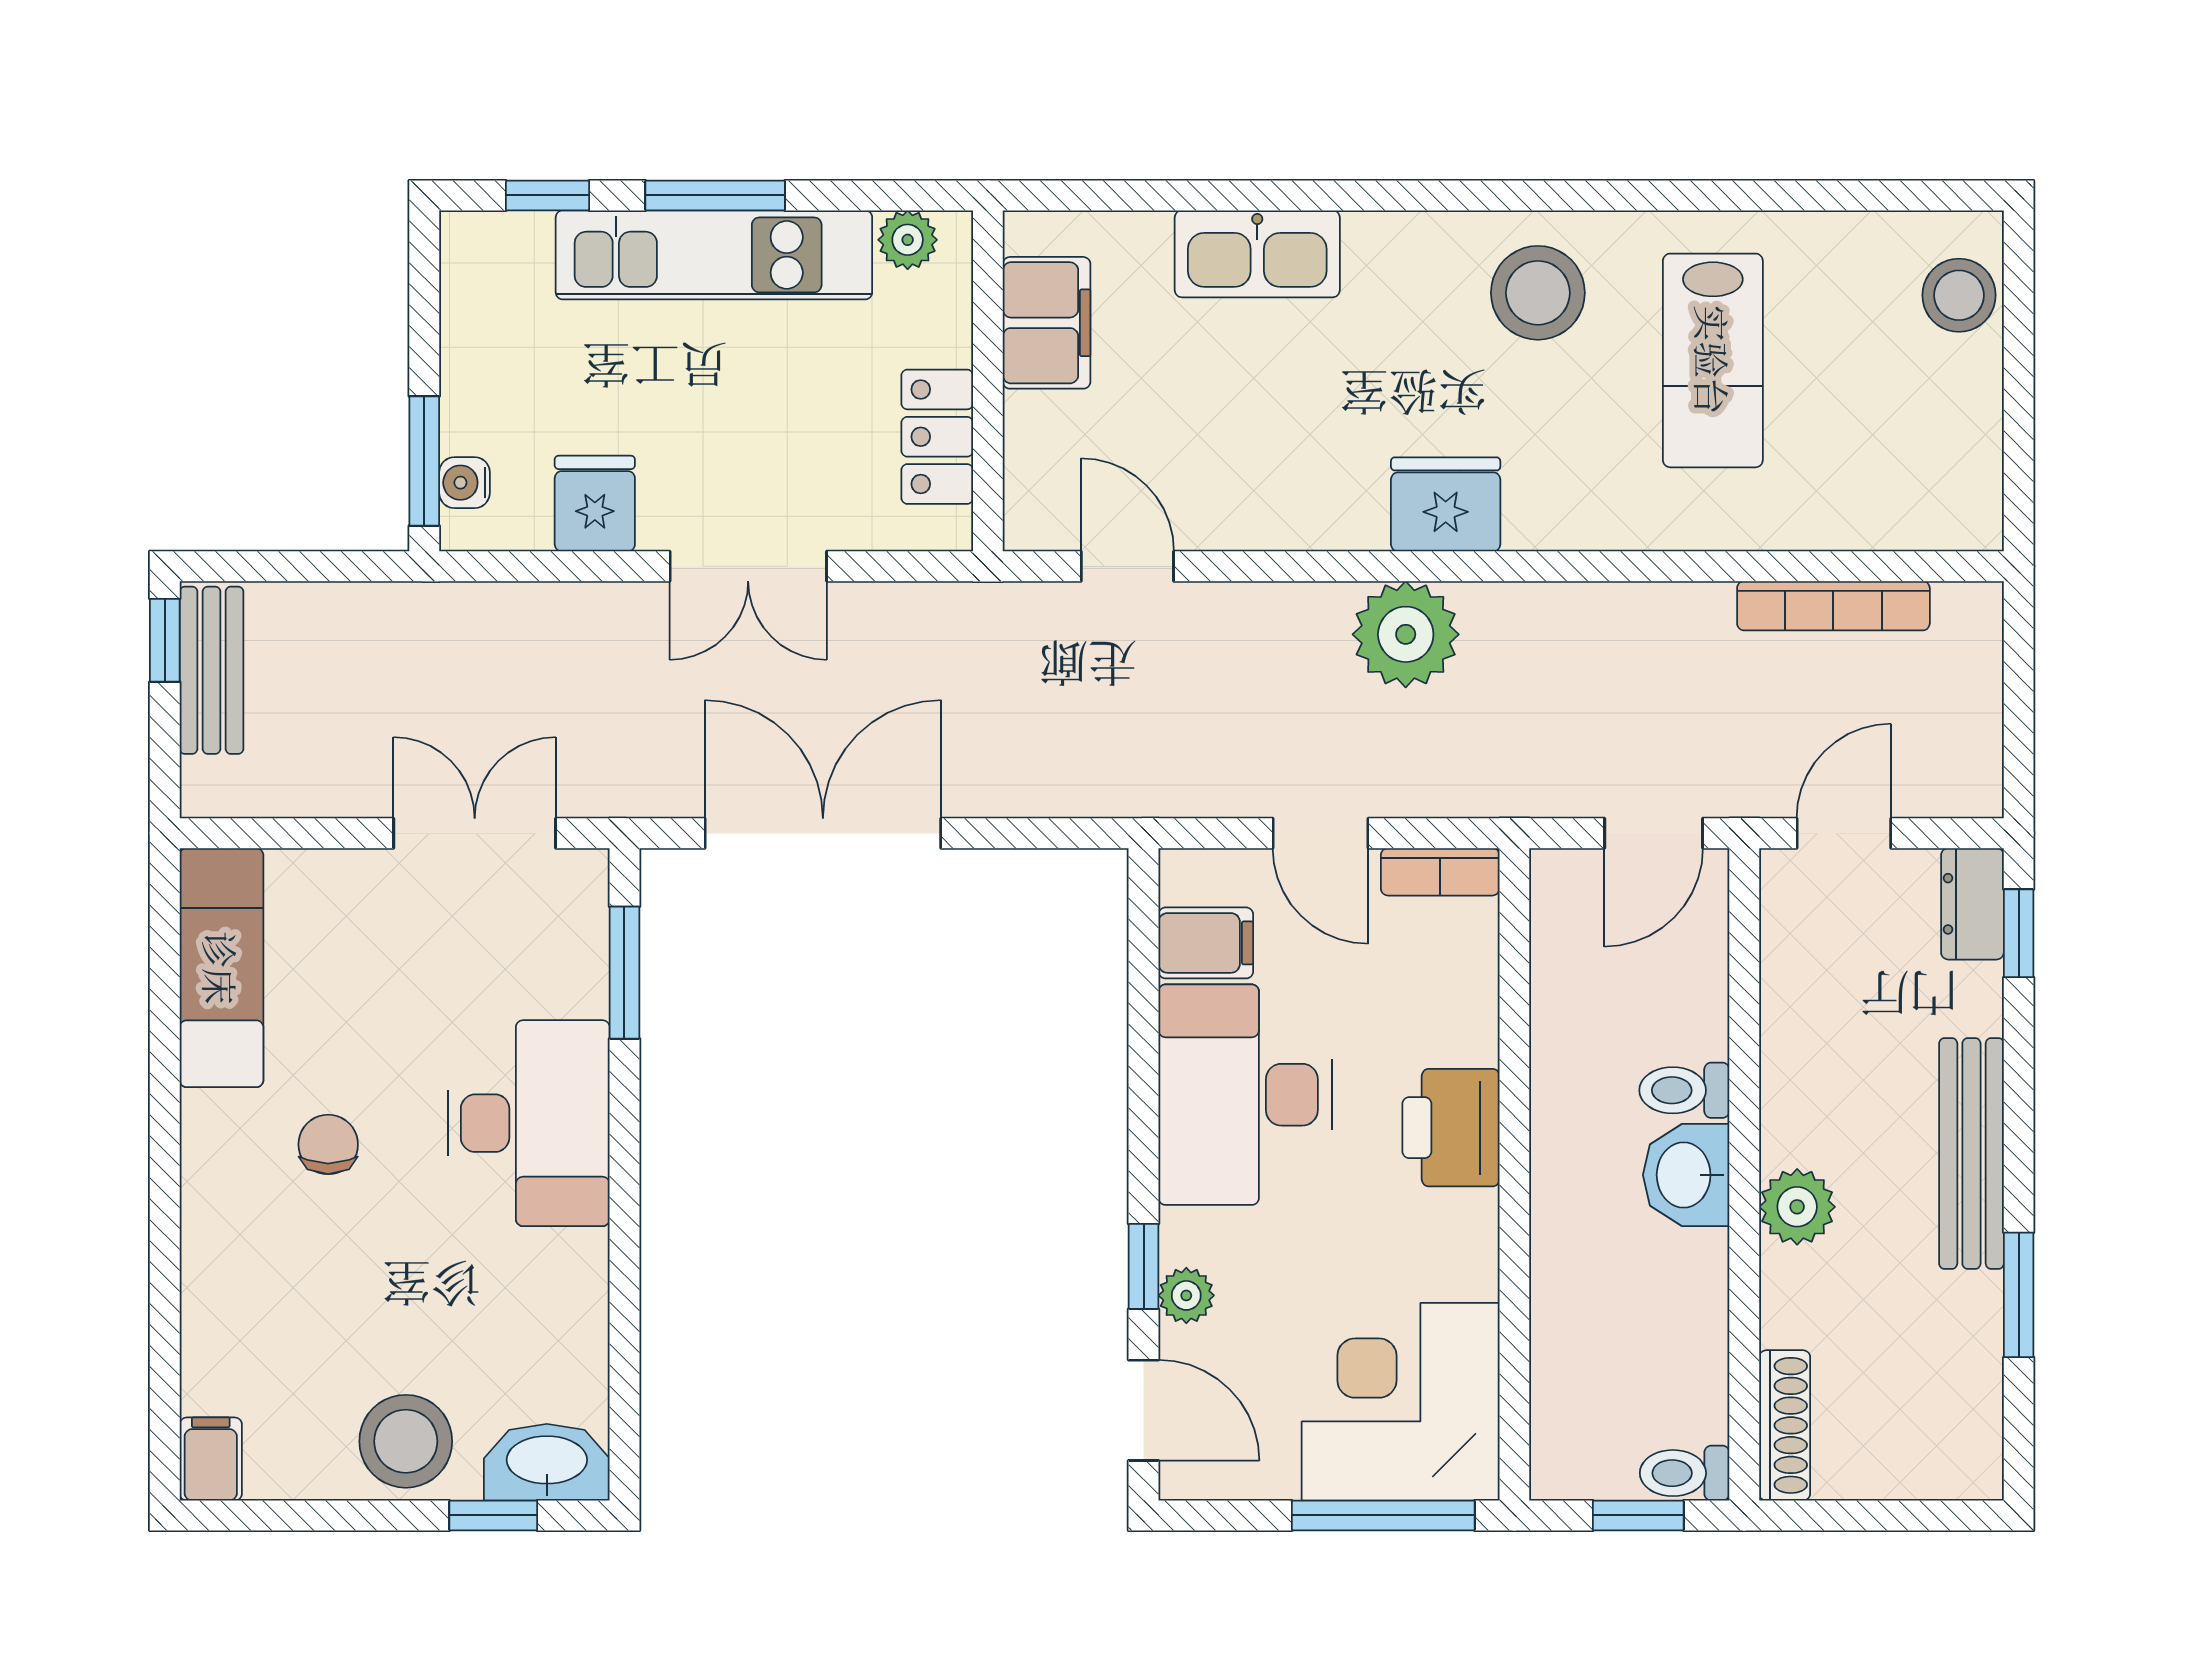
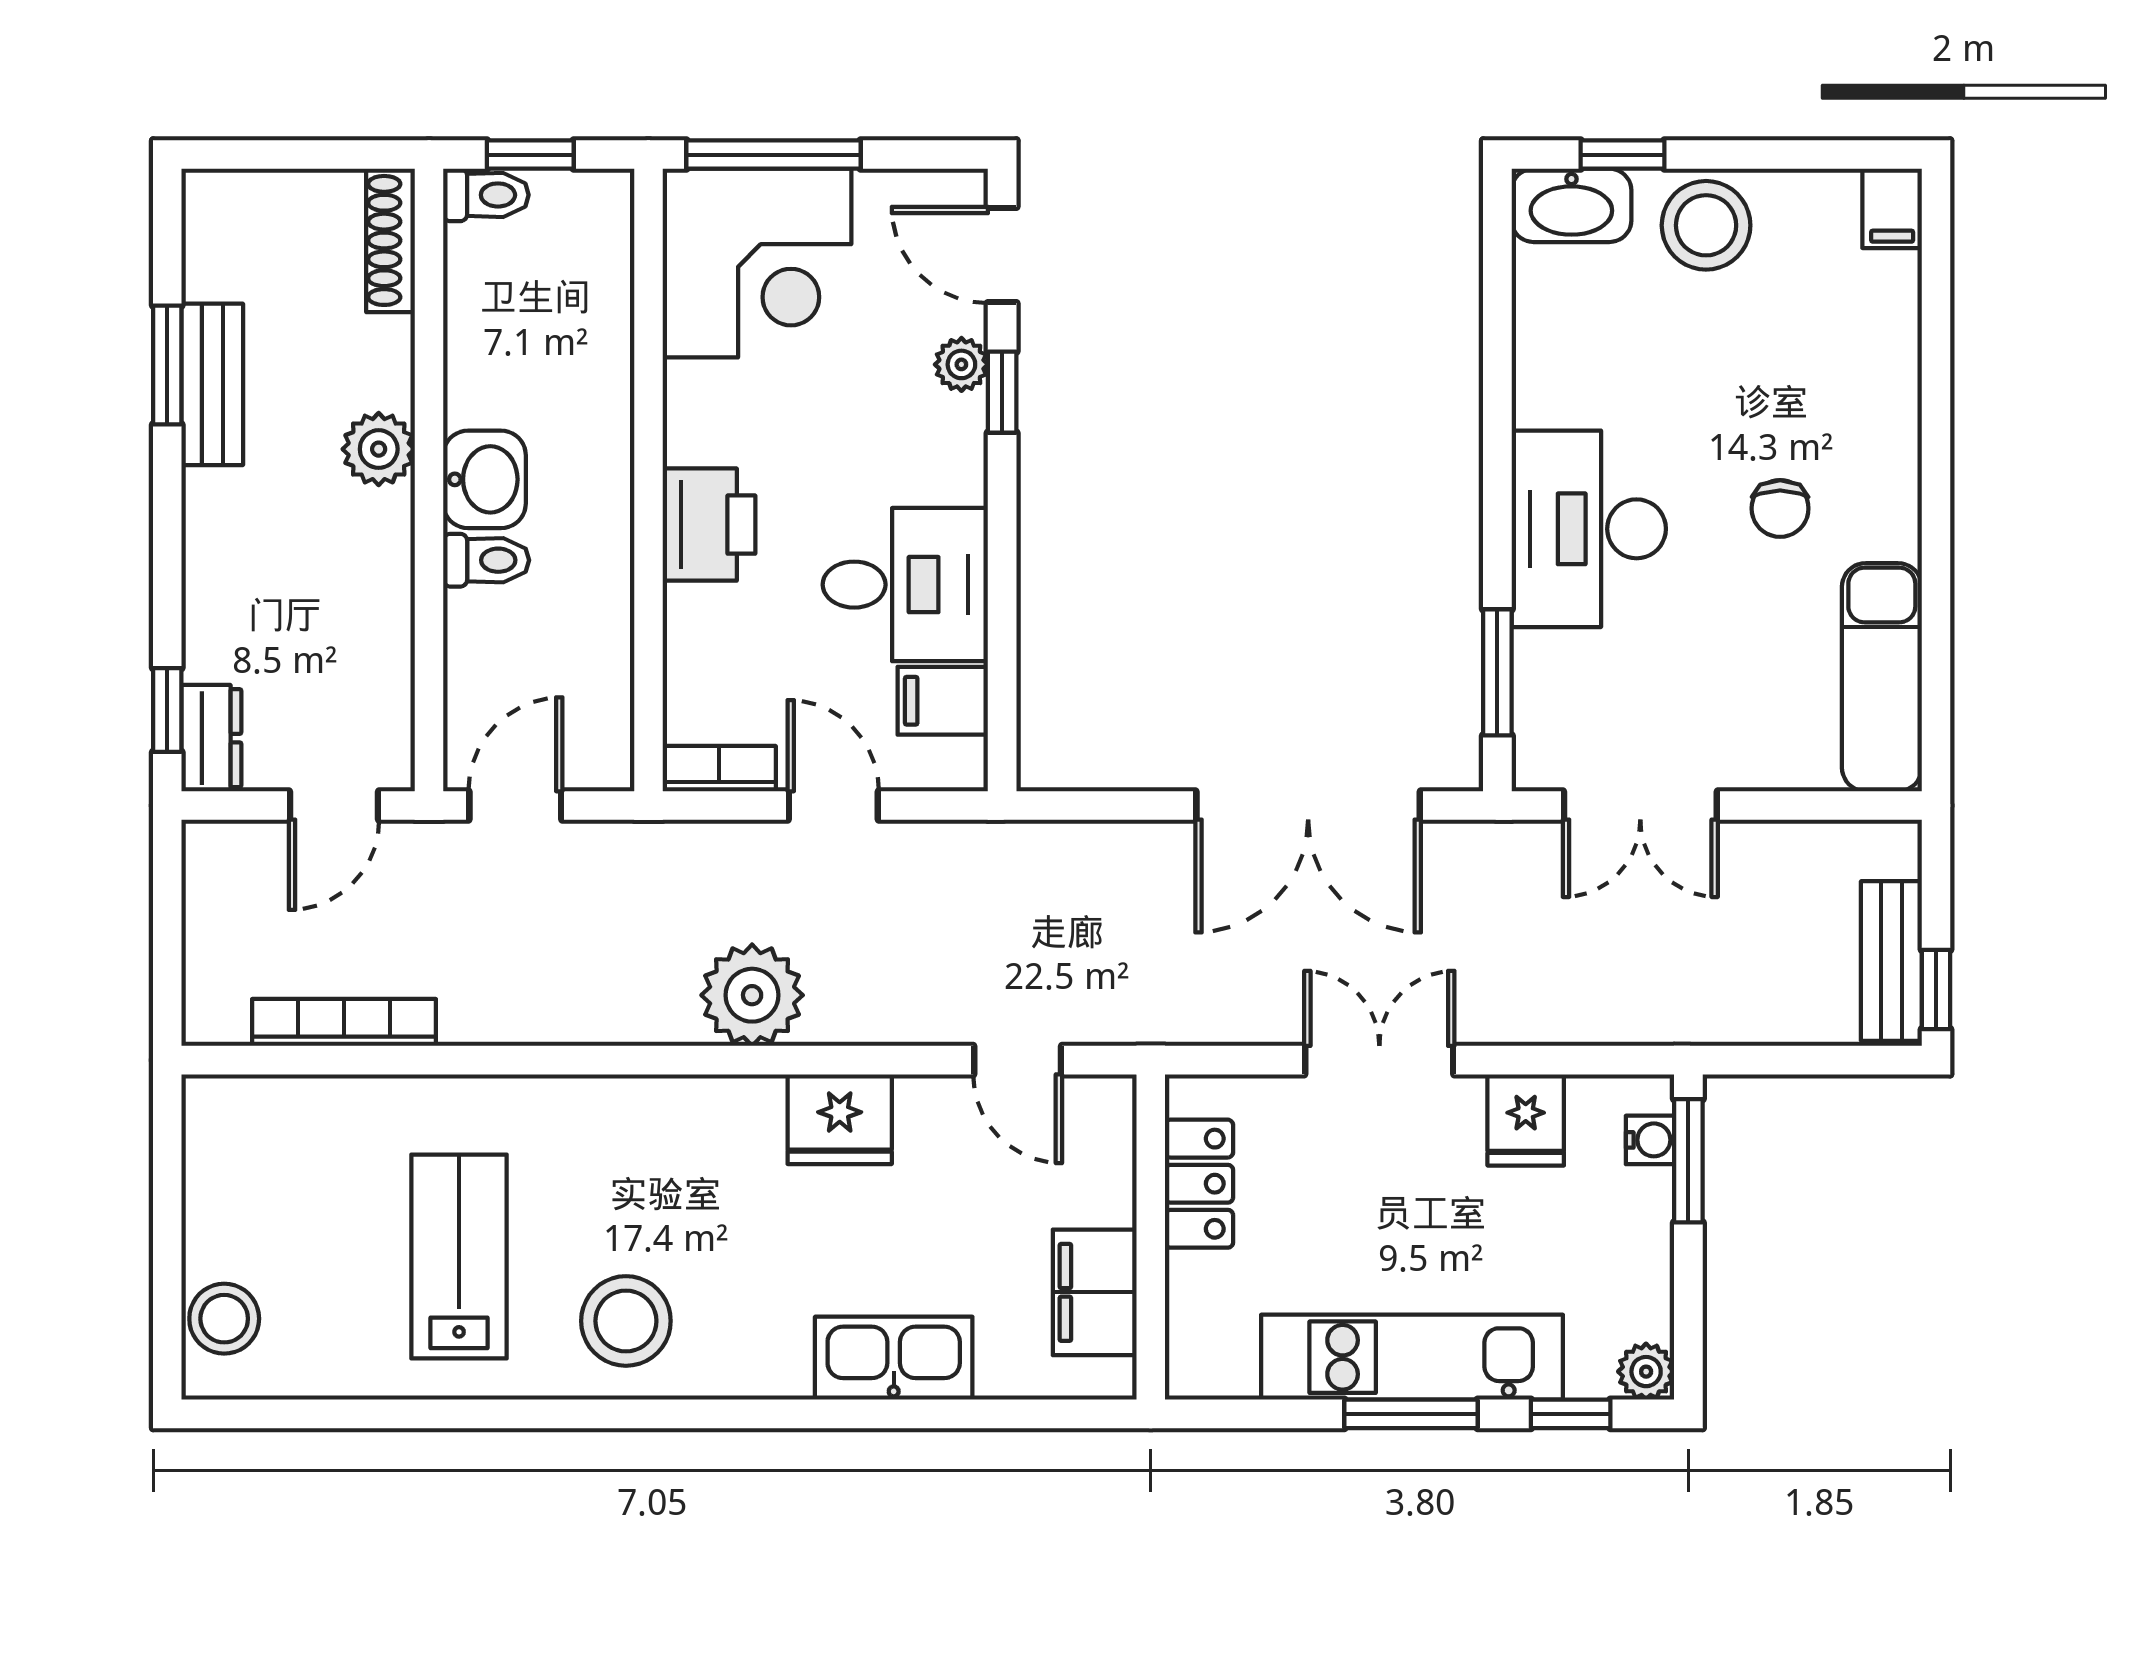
plant: (908, 240) -> (1646, 1372), moved
fridge: (1446, 504) -> (840, 1119), moved
desk: (1245, 1095) -> (905, 585), width x0.73
bench: (1971, 1154) -> (212, 384), moved, width x0.73

